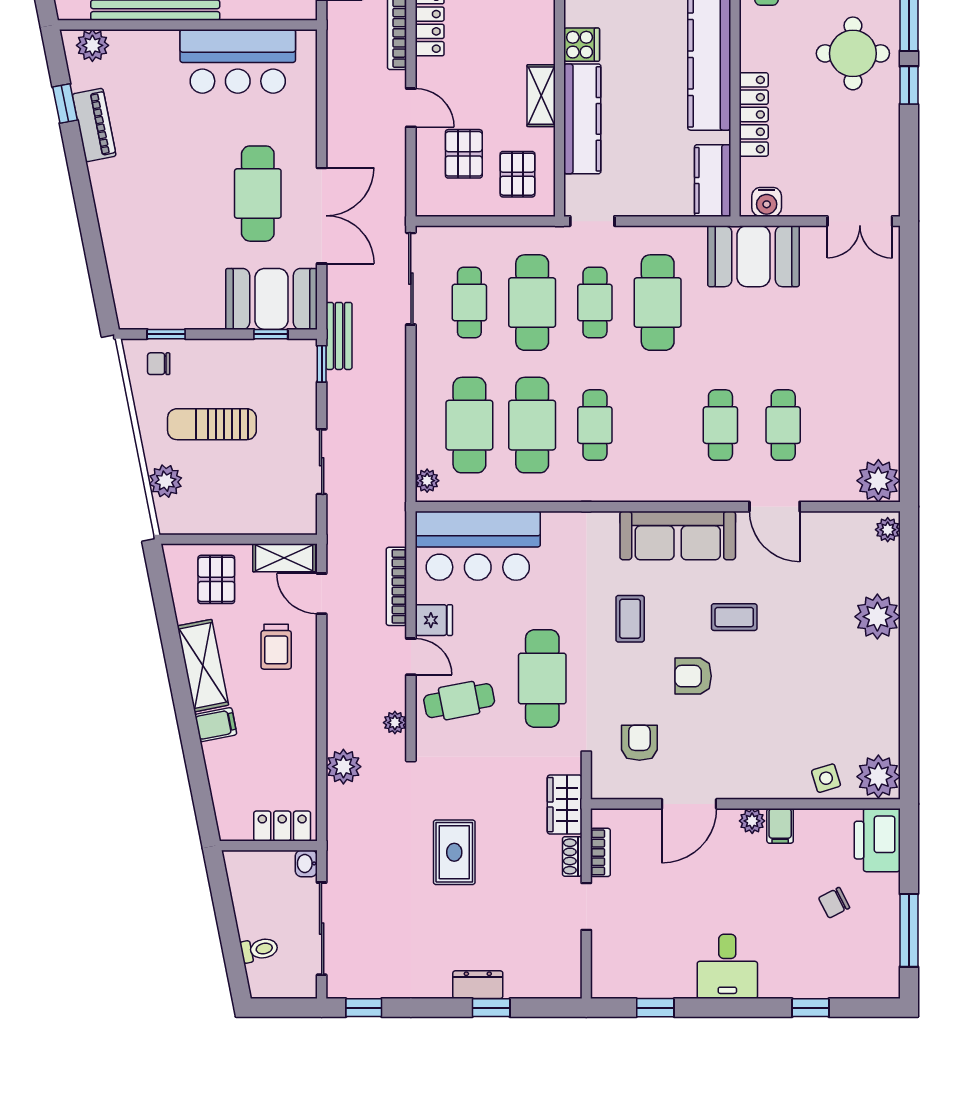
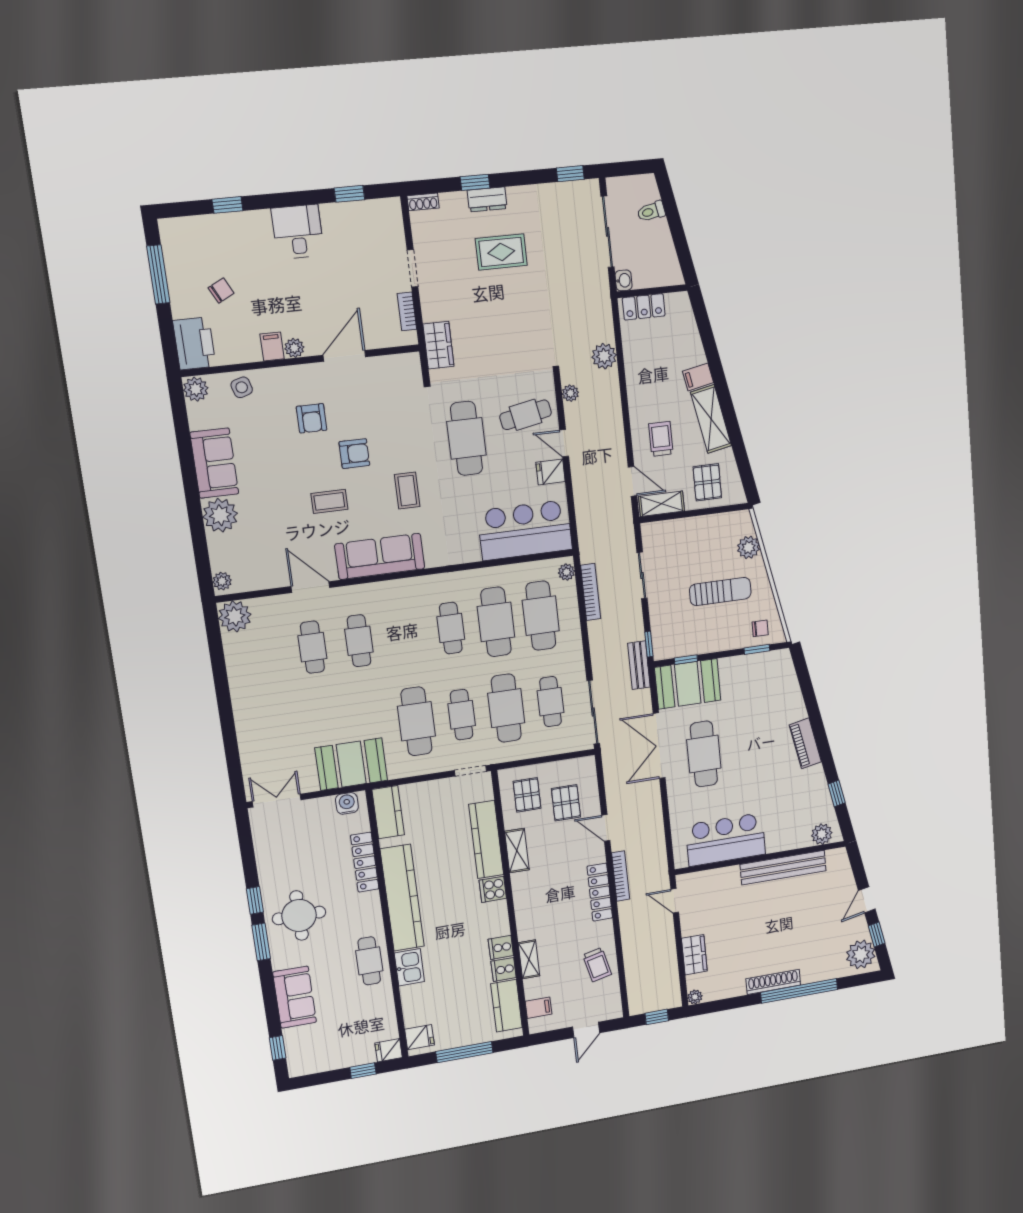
piano: (94, 125) -> (805, 743), moved
bookcase: (396, 586) -> (591, 592), moved
sofa: (875, 685) -> (214, 463), added
armchair: (639, 743) -> (312, 418), moved
plant: (878, 777) -> (196, 389), width x0.73, depth x0.73
rug: (454, 852) -> (501, 252), moved, turned 90
shoe rack: (572, 856) -> (423, 202), moved, turned 90

